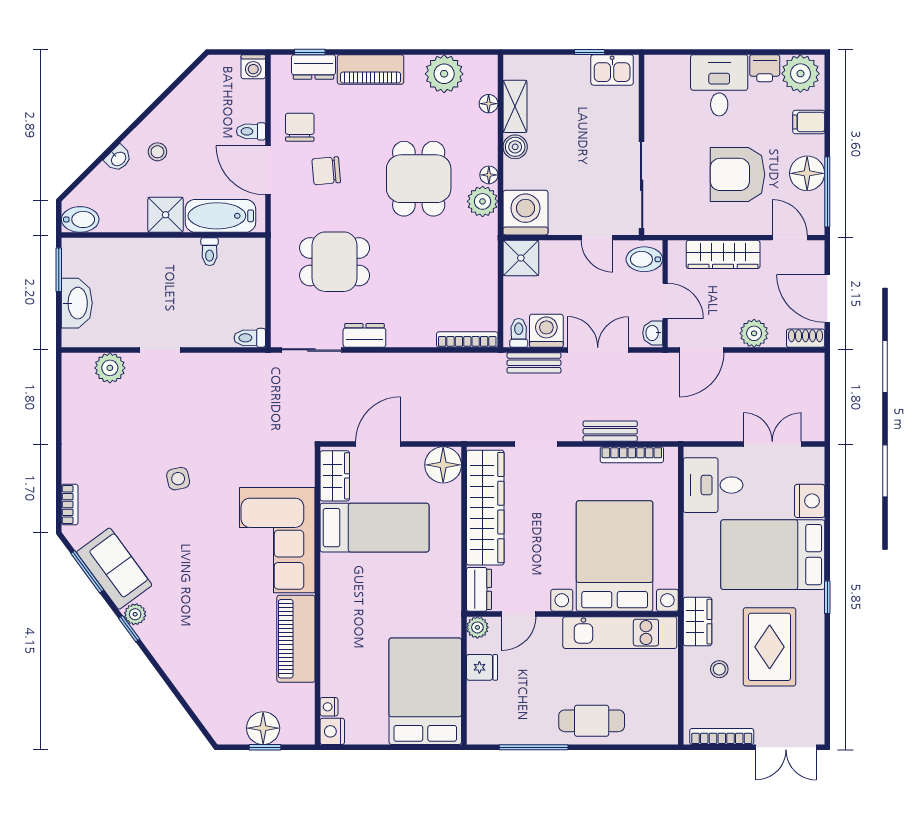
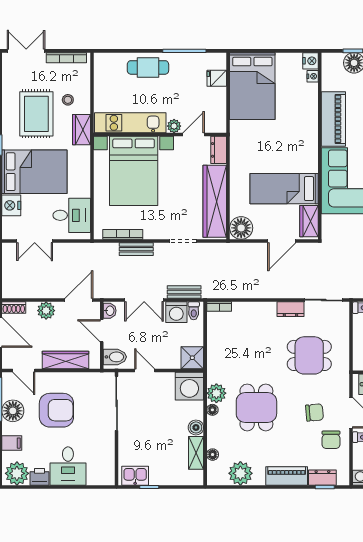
bookcase: (467, 340) -> (219, 307), width x0.64
plant: (477, 627) -> (174, 126), moved
fridge: (482, 667) -> (217, 78), moved

